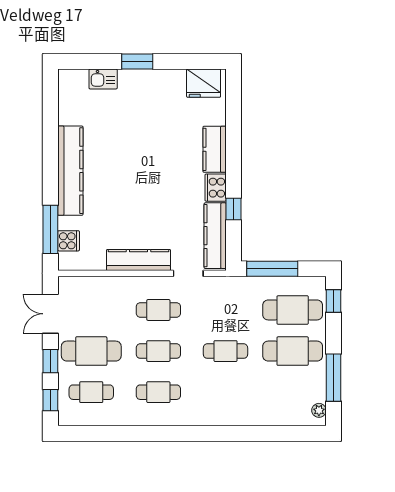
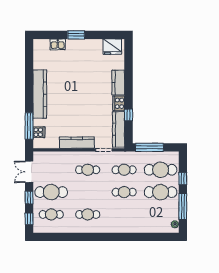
window: (333, 301) -> (183, 179), moved
cafe table: (158, 351) -> (124, 170), moved

